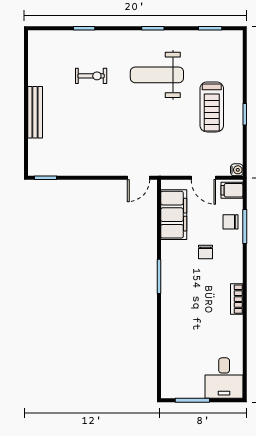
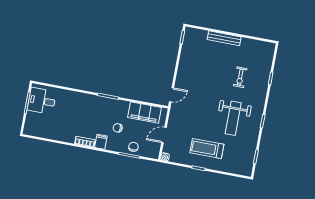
weight bench: (157, 75) -> (233, 118), turned 180
door: (138, 178) -> (171, 95), swing flipped
filing cabinet: (232, 190) -> (101, 142), moved
desk: (224, 378) -> (42, 101), moved

